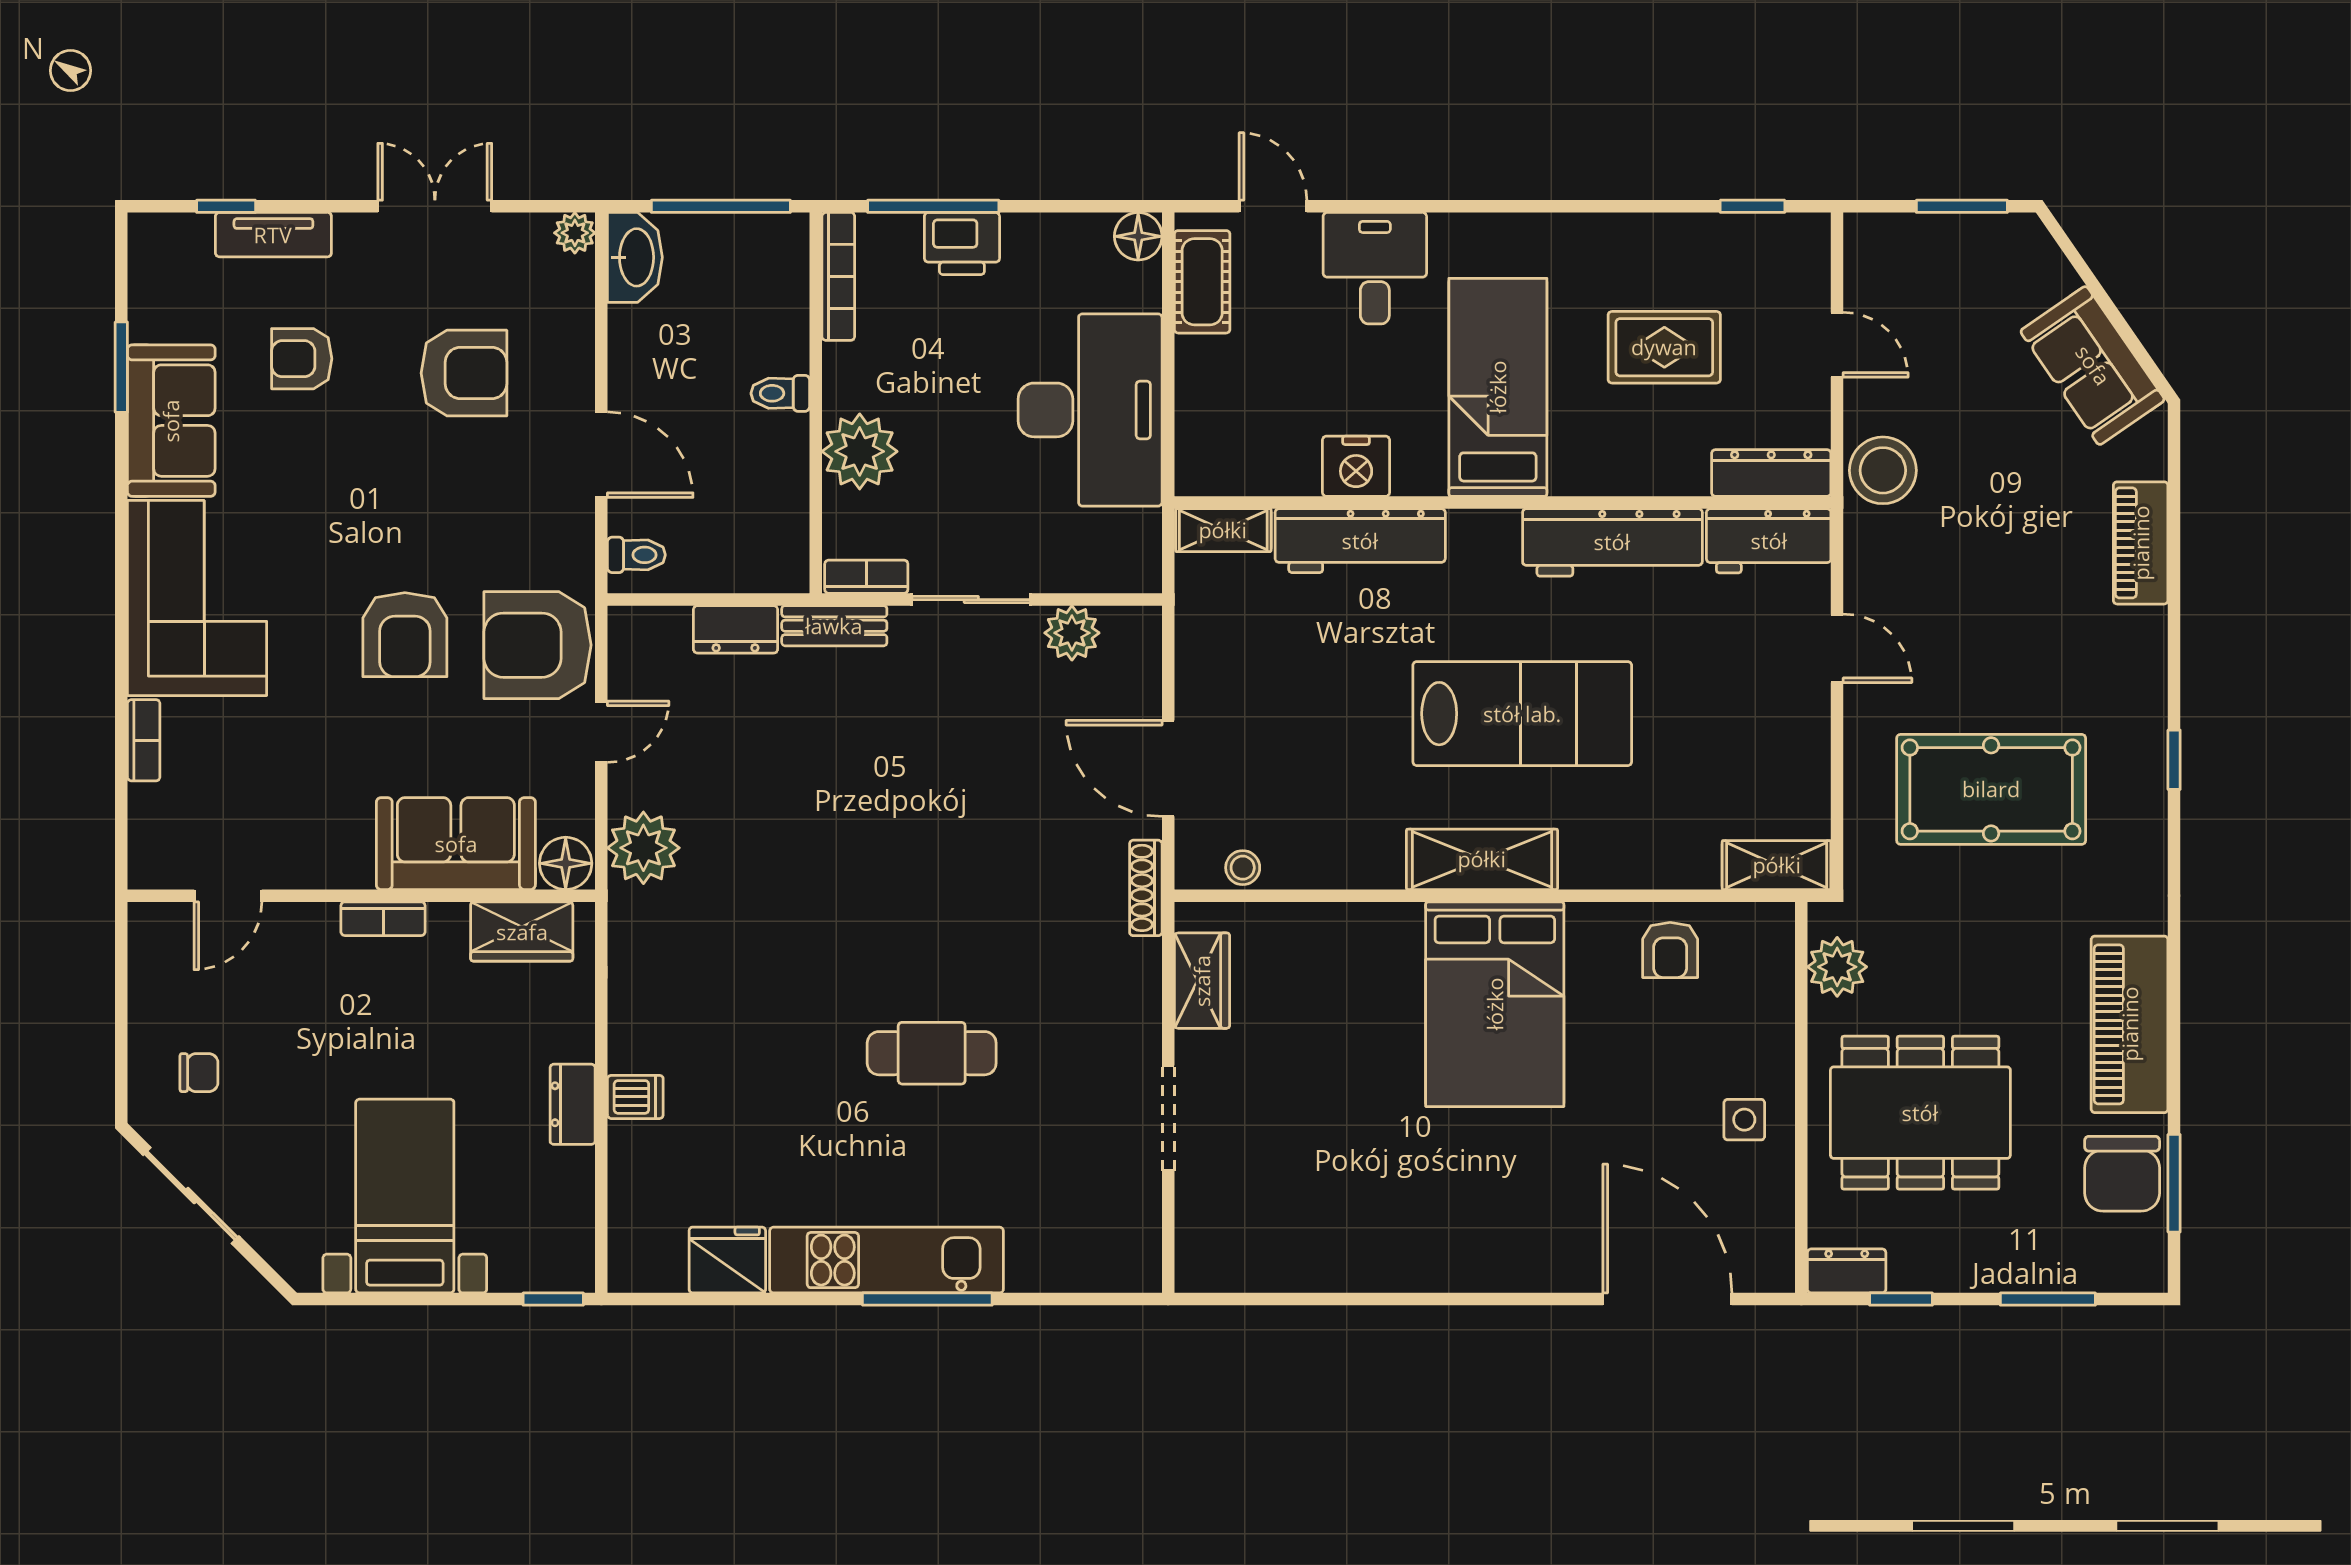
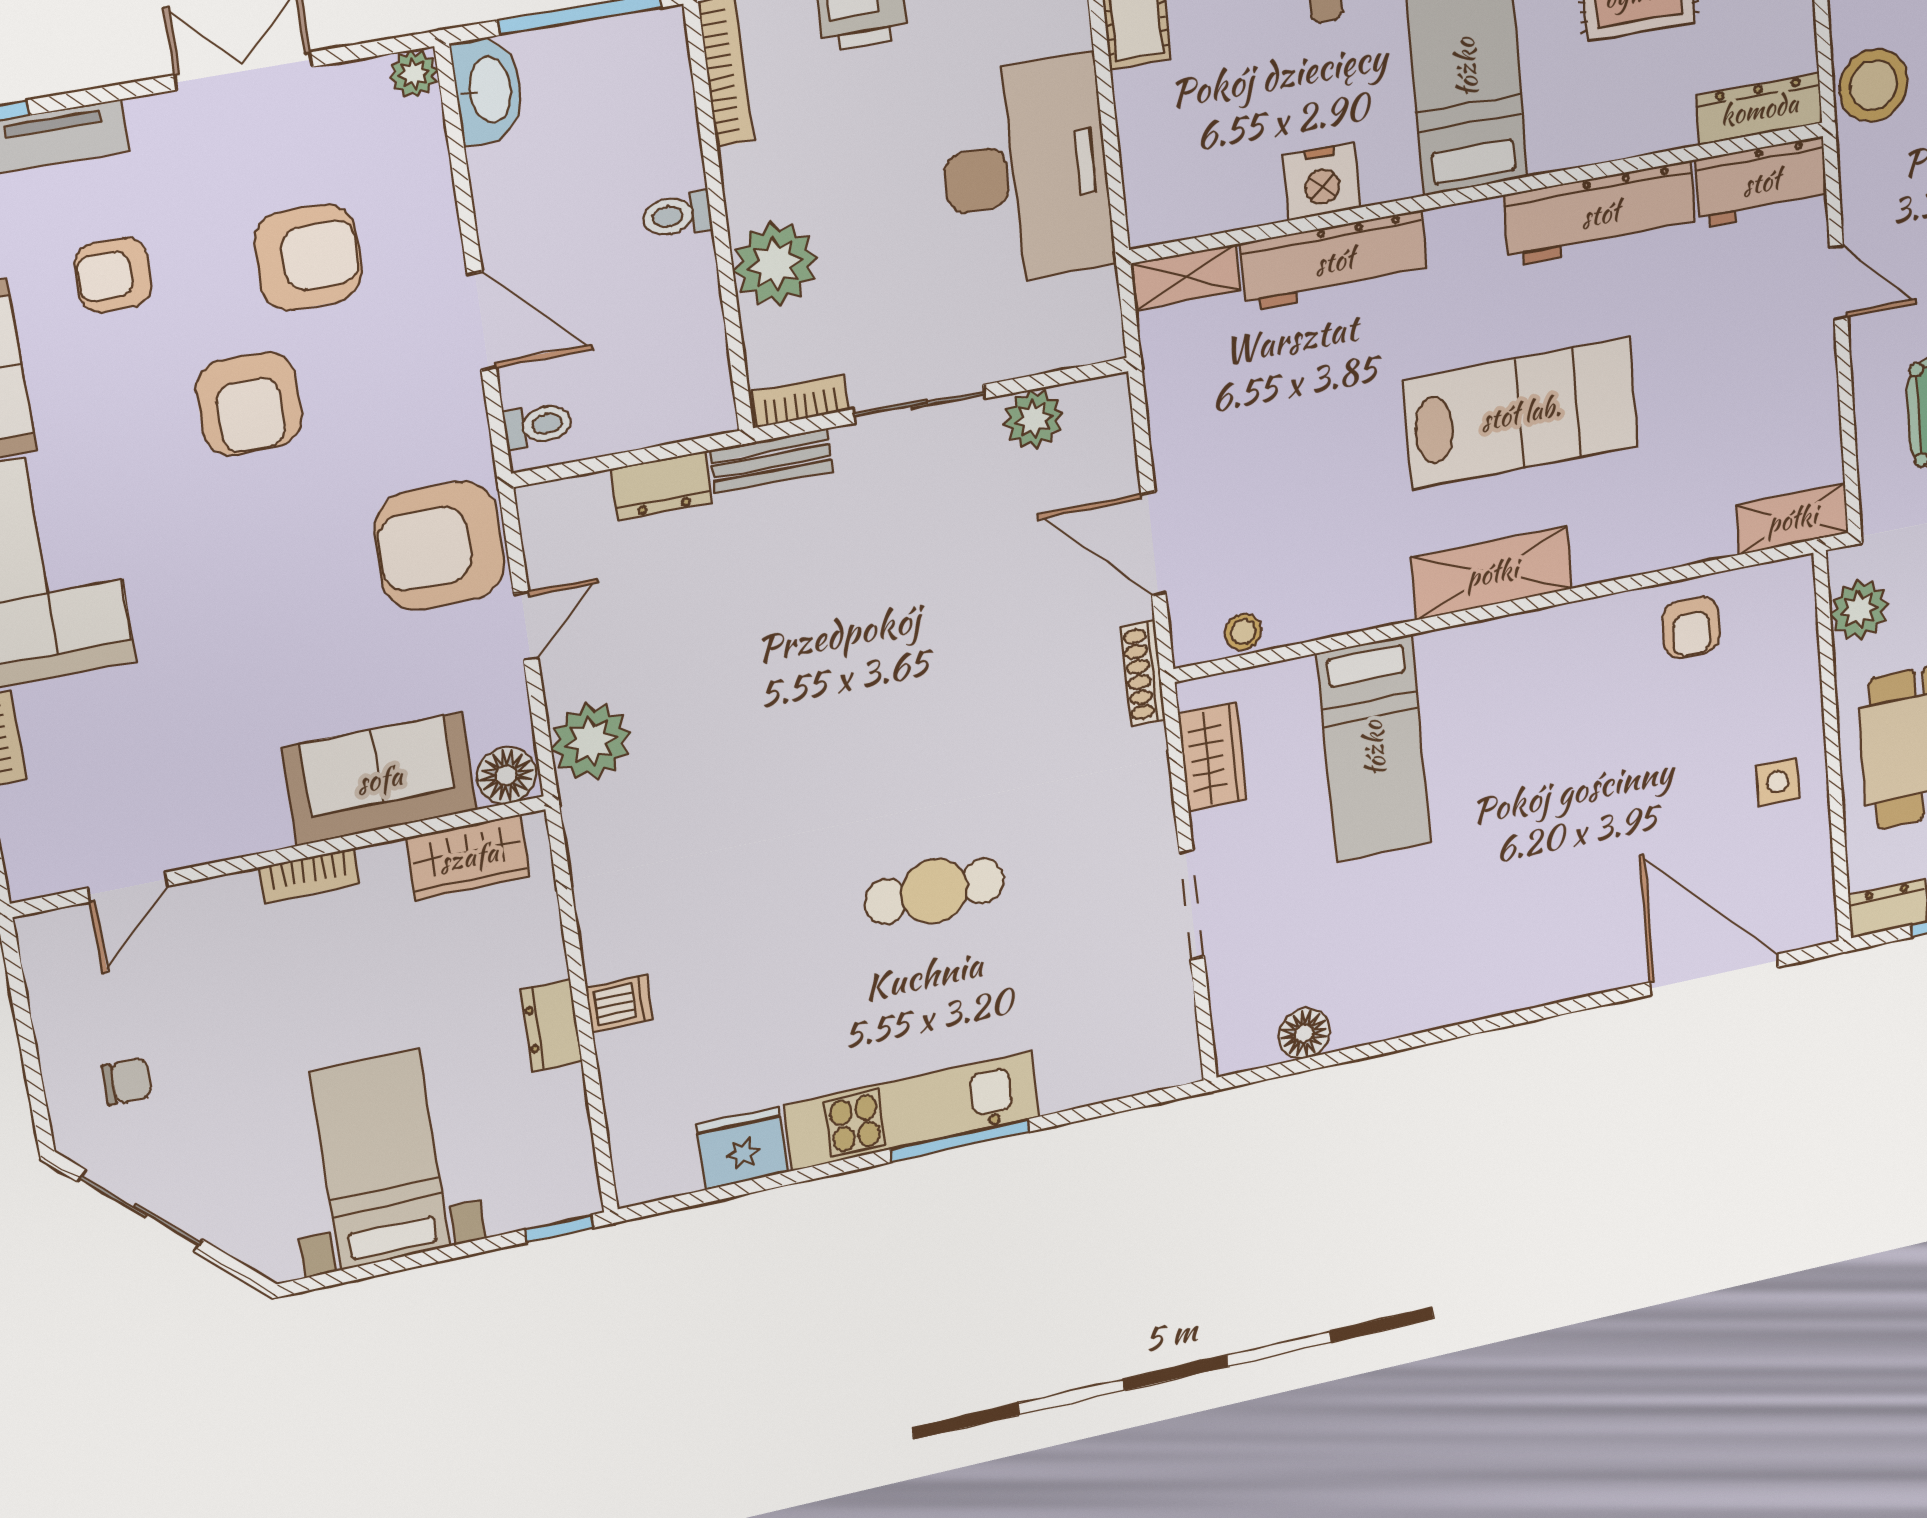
armchair: (405, 635) -> (249, 404), moved
bed: (1495, 1004) -> (1374, 749), moved, width x0.67
floor lamp: (1262, 1268) -> (1304, 1033), added

